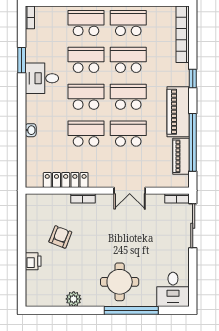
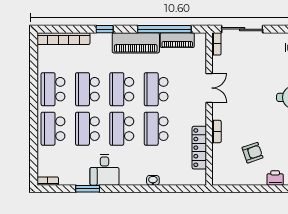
armchair: (60, 237) -> (253, 153), turned 140

